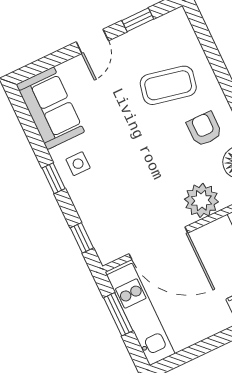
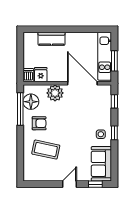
window: (138, 20) -> (95, 184), moved
armchair: (204, 129) -> (39, 123), turned -90

